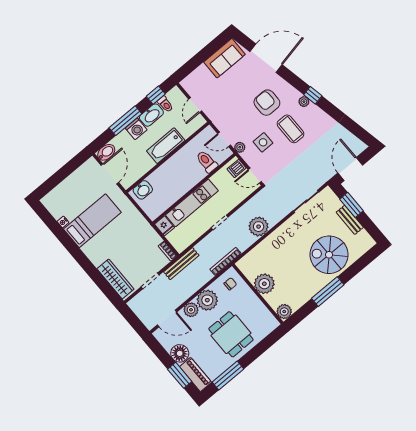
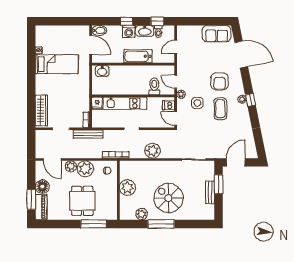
armchair: (267, 103) -> (220, 81), turned 180
window: (125, 121) -> (126, 21), width x0.46
door: (110, 174) -> (91, 45), hinge flipped
spiral stairs: (329, 255) -> (168, 198), moved
plant: (284, 312) -> (142, 214), moved
window: (228, 375) -> (93, 224), moved

